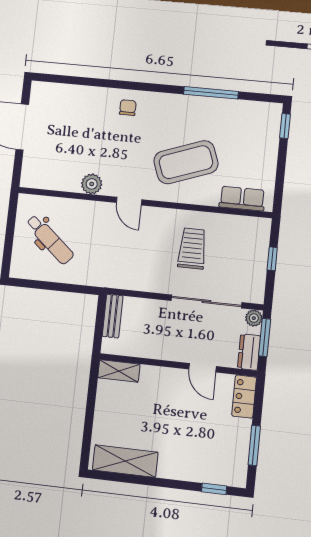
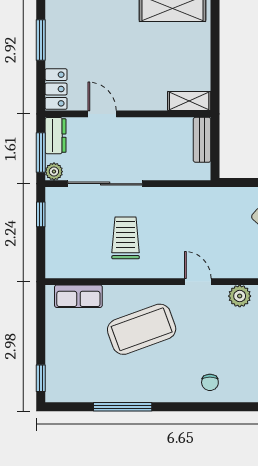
trolley: (192, 249) -> (126, 238), turned 180
window: (272, 259) -> (41, 214), moved
bench: (113, 316) -> (202, 140), moved

